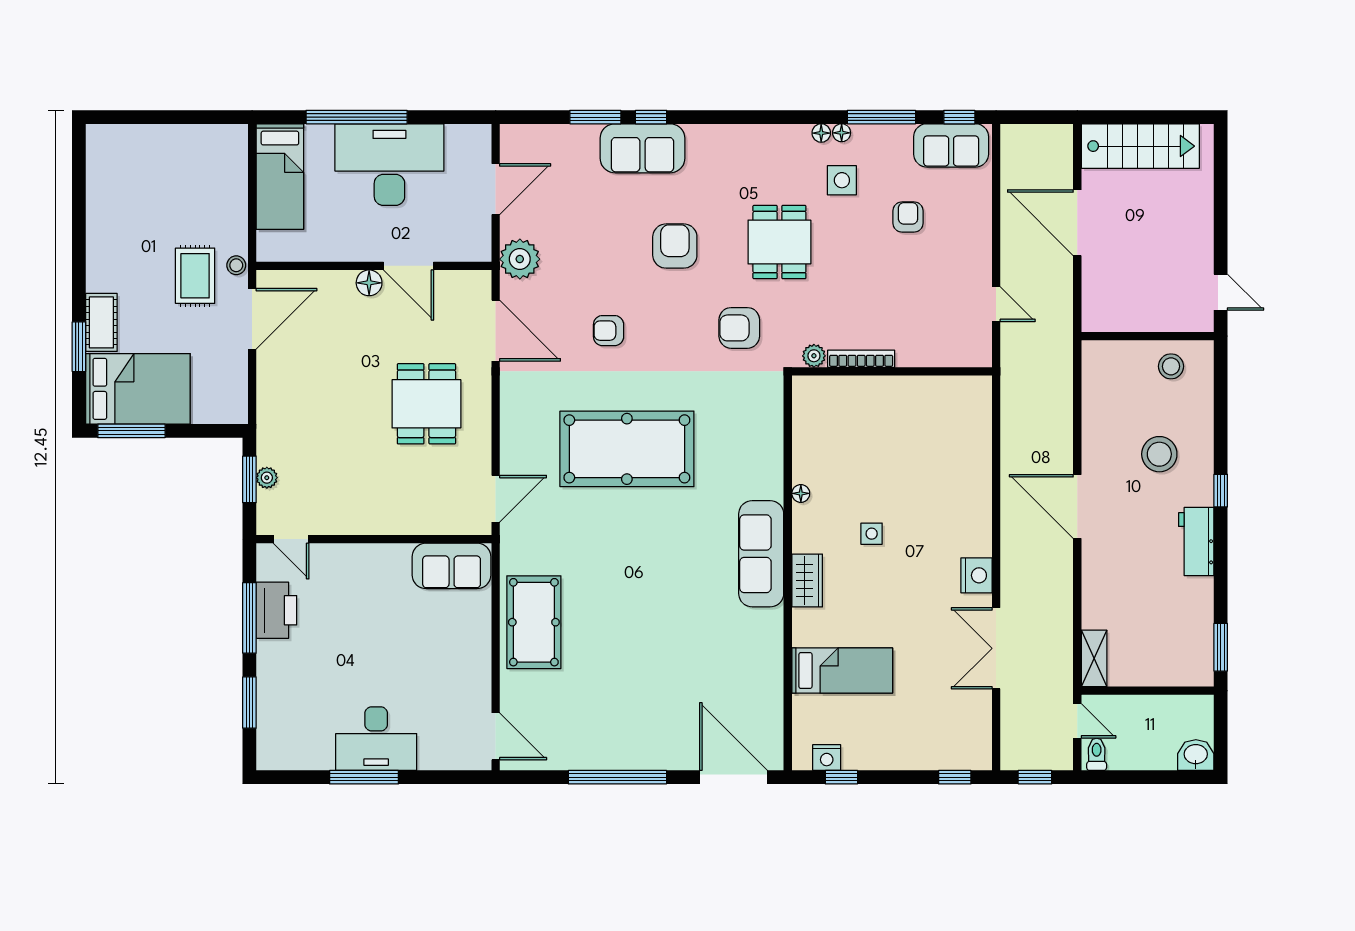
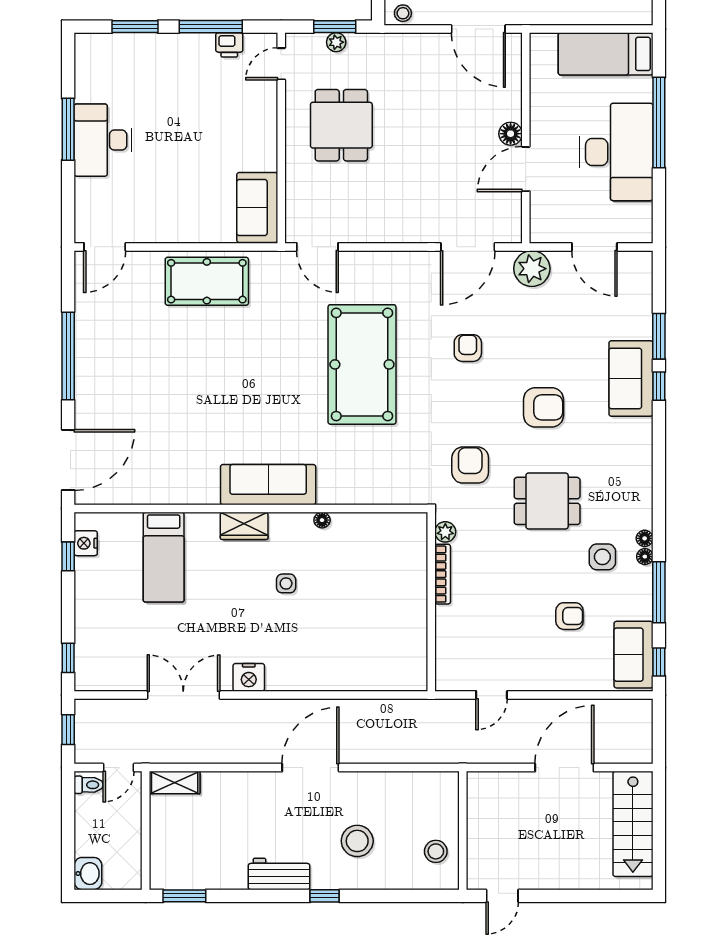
stool: (236, 265) -> (403, 13), moved
dining table: (426, 404) -> (341, 125), moved, turned 90
printer: (276, 610) -> (229, 45), width x0.53, depth x0.68

